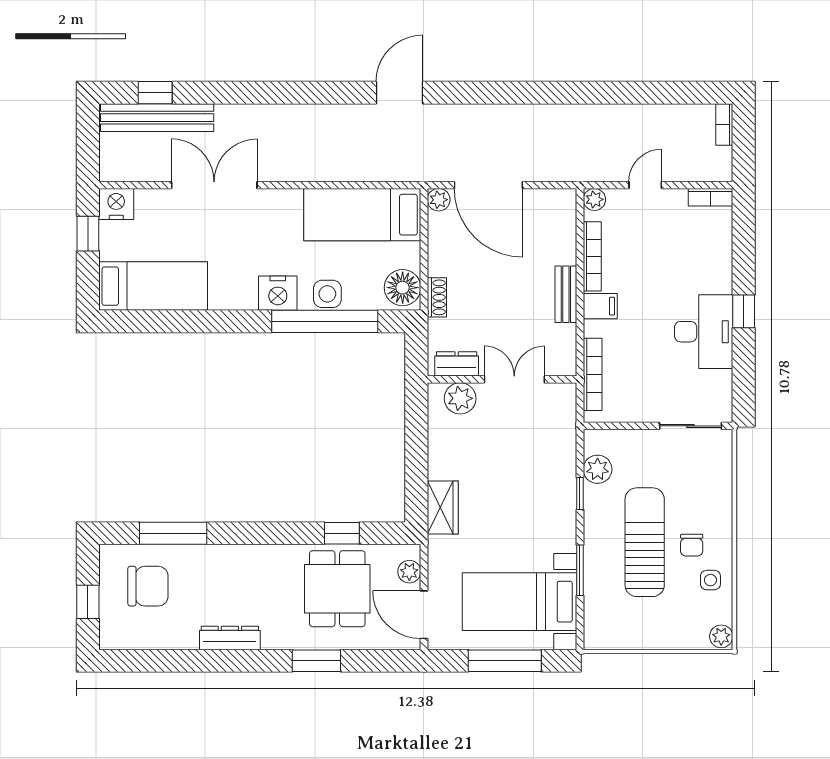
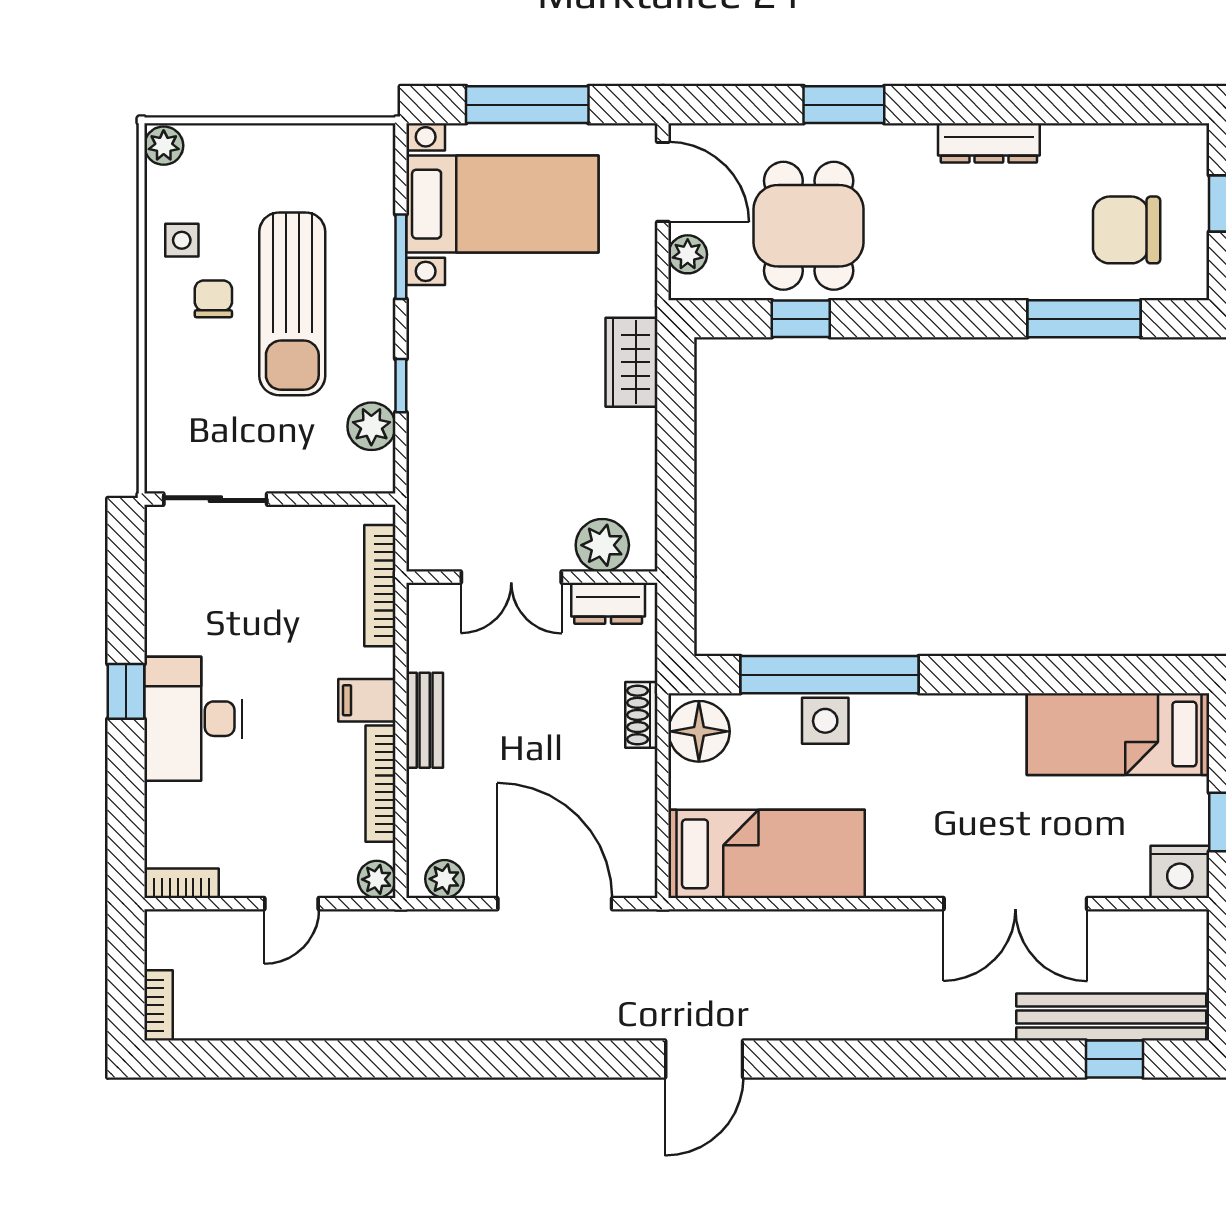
plant: (439, 200) -> (444, 879), moved
nightstand: (278, 293) -> (908, 722), removed
desk: (704, 332) -> (193, 719), moved

